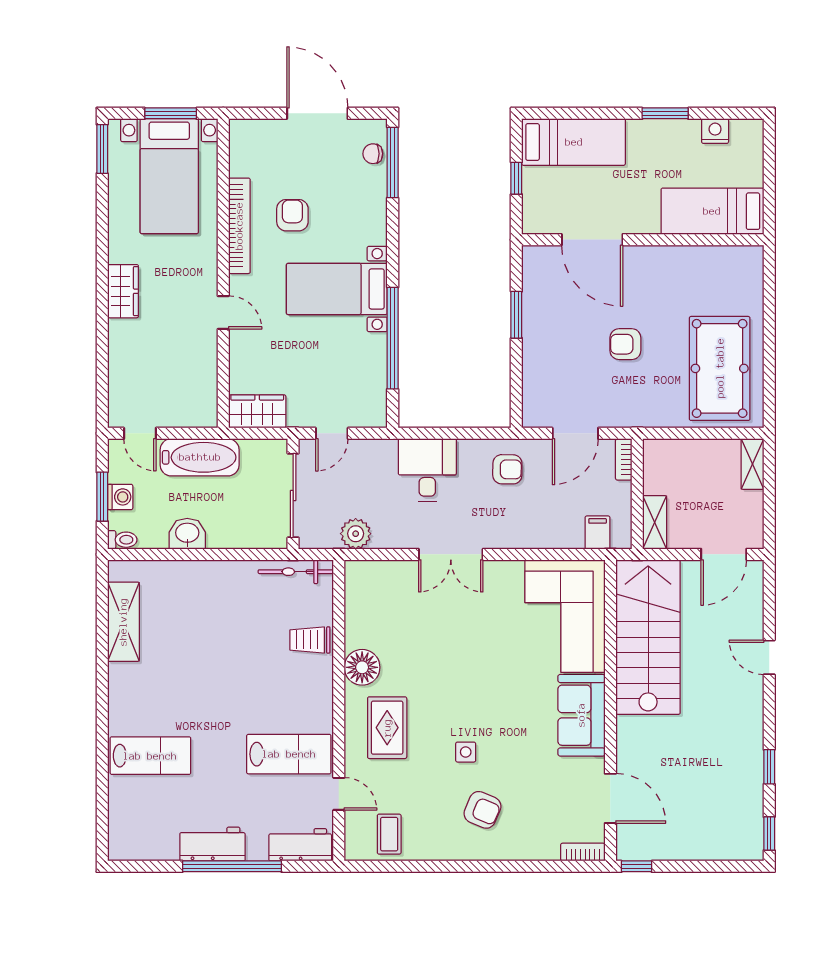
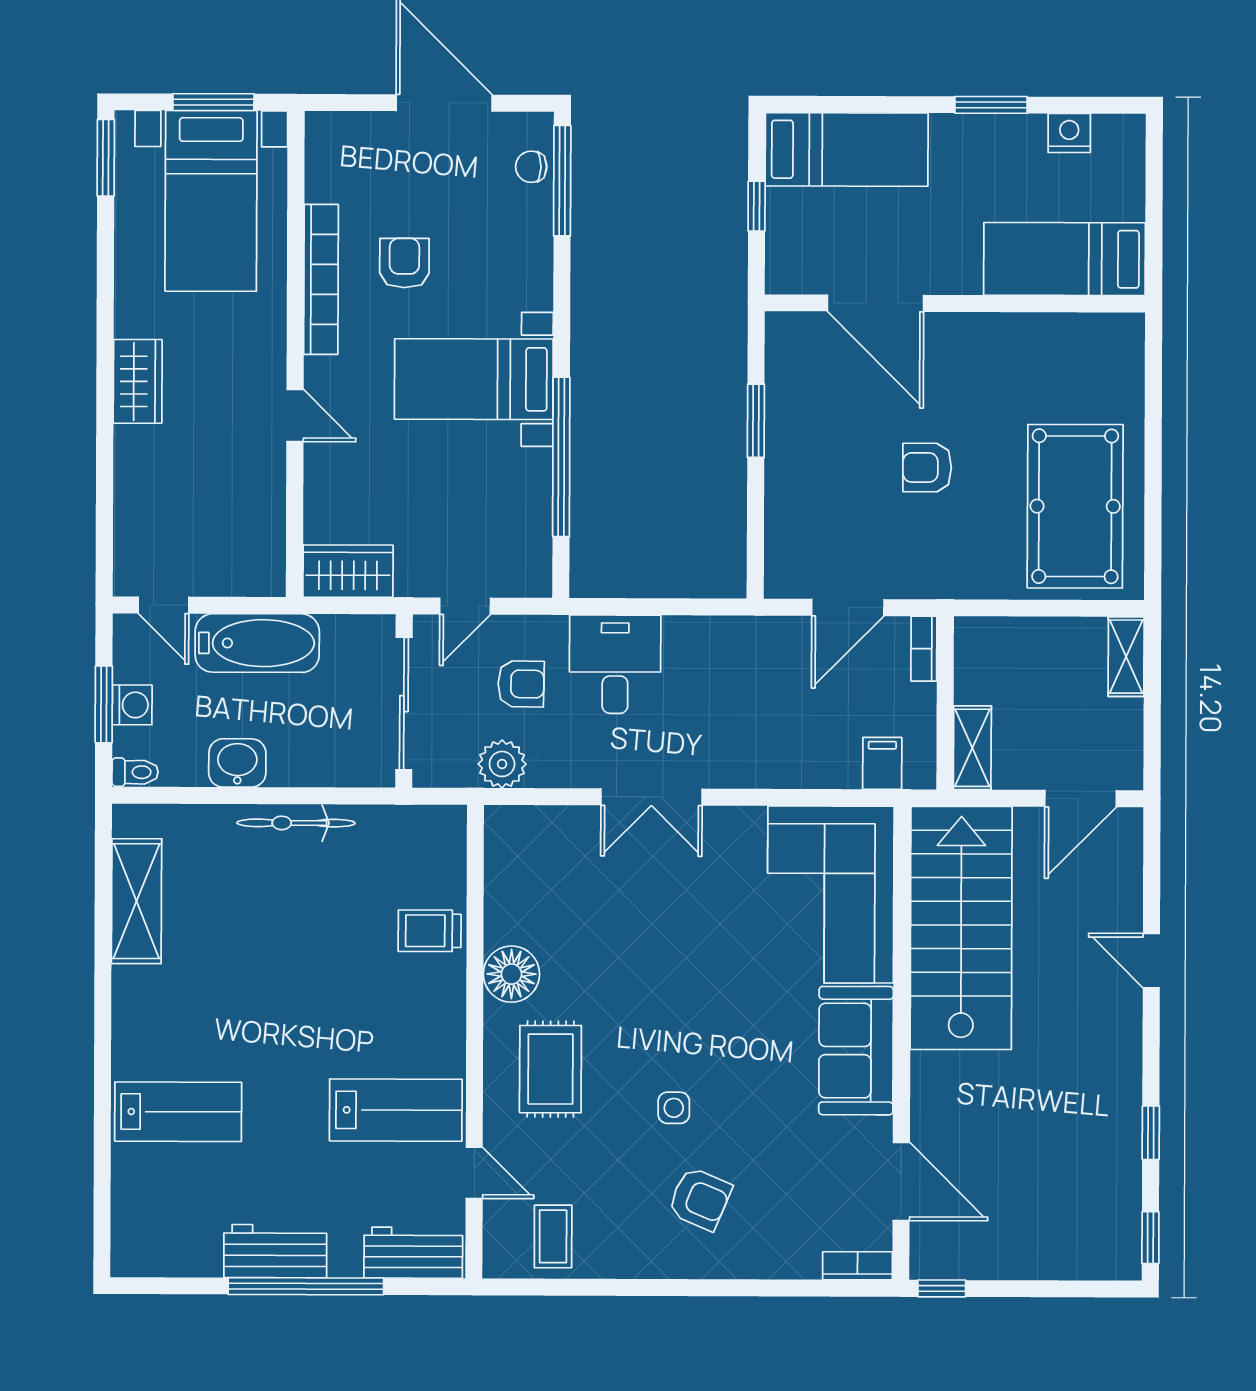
armchair: (507, 469) -> (521, 684), moved
bicycle: (296, 572) -> (296, 823), moved

